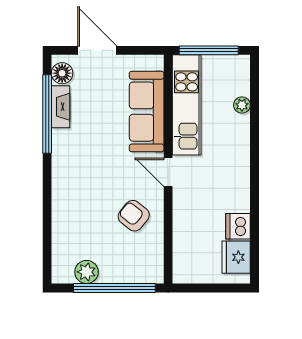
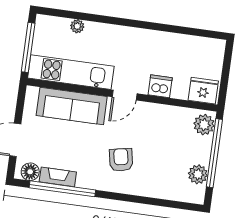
armchair: (134, 216) -> (121, 160), moved, turned 130
dishwasher: (238, 226) -> (160, 86), moved, turned 180
fridge: (236, 257) -> (203, 91), moved, turned 180
plant: (146, 271) -> (204, 125), added

